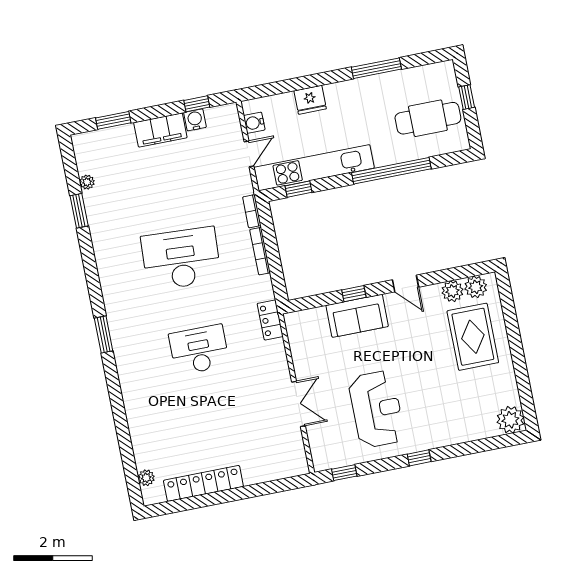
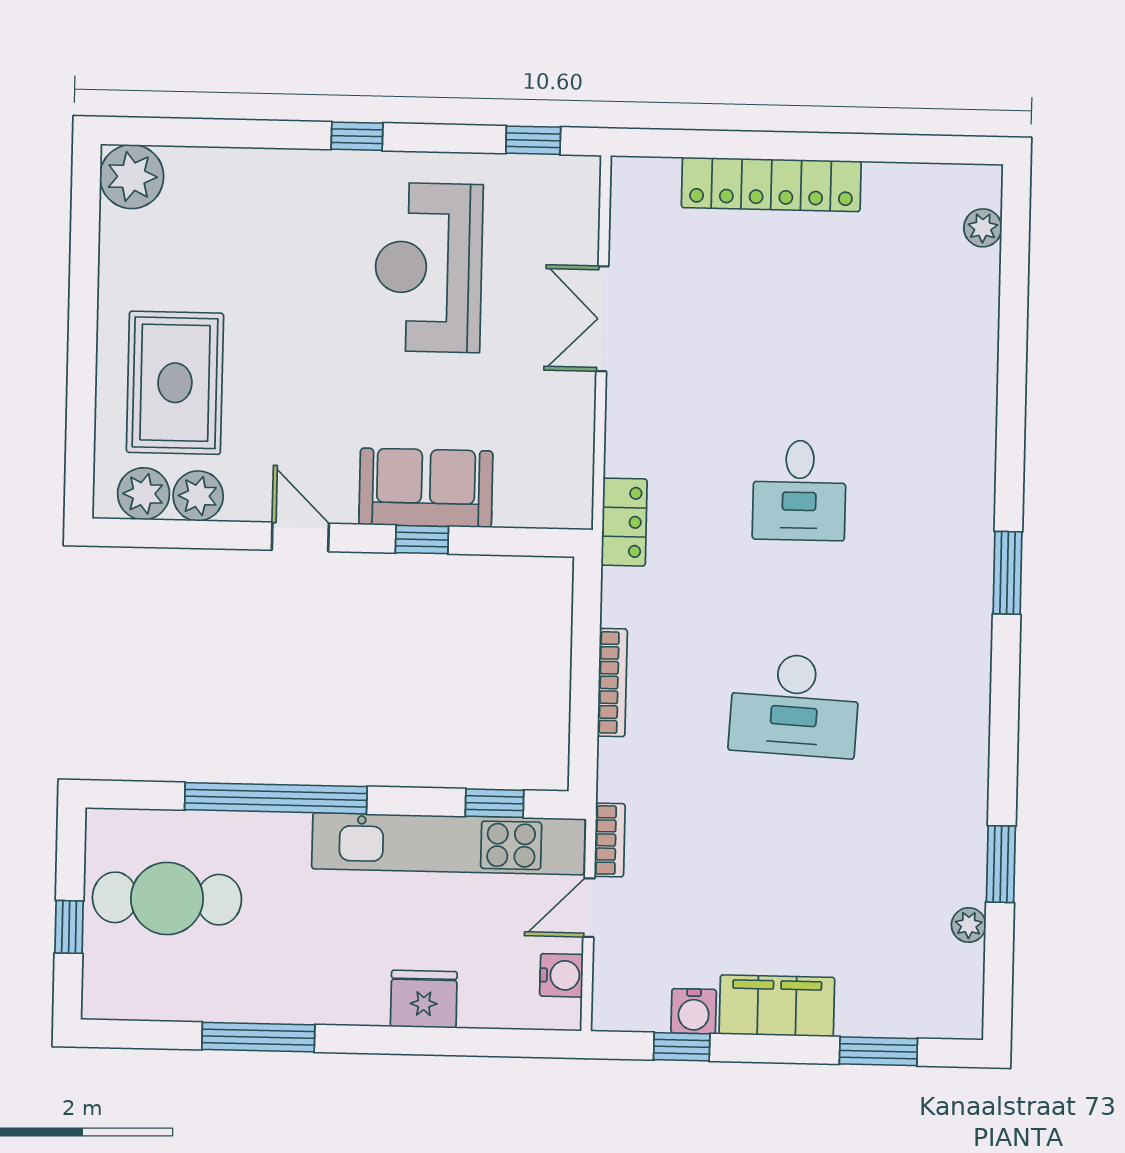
bookcase: (252, 211) -> (610, 840), moved
desk: (181, 259) -> (794, 705), width x0.73, depth x0.77
desk: (199, 350) -> (799, 490), width x0.73
locker: (203, 483) -> (771, 184), moved

